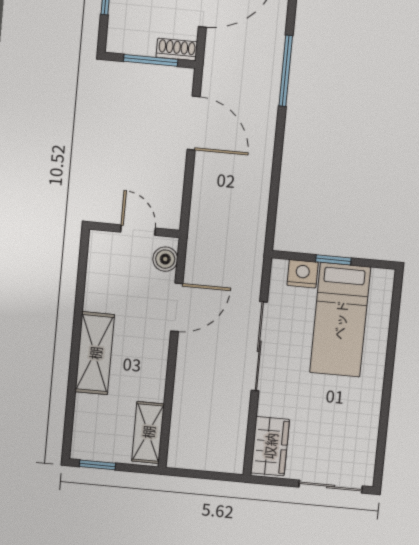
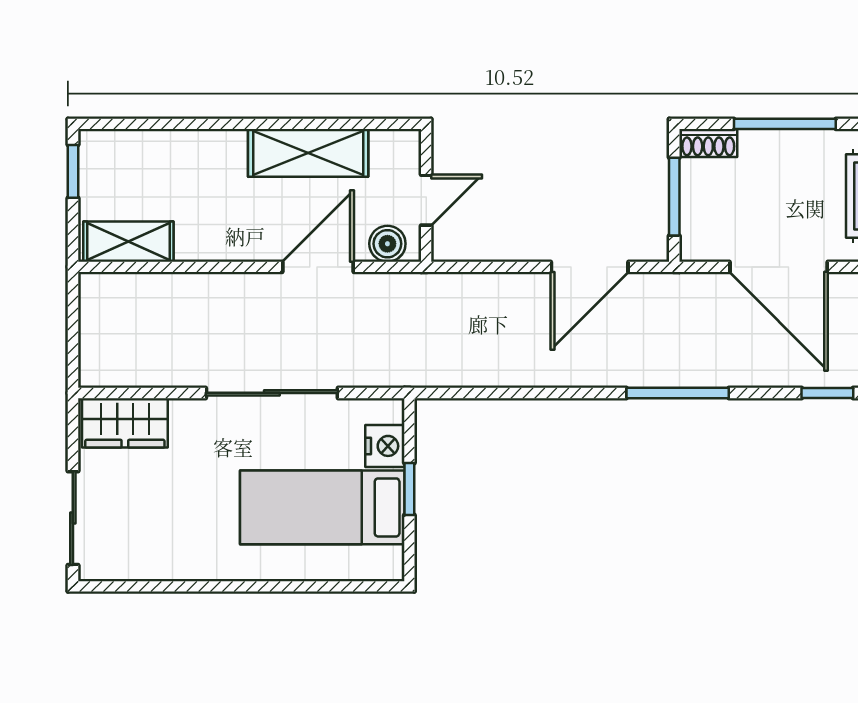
shoe rack: (177, 50) -> (708, 143), moved, turned 90
door: (177, 307) -> (318, 267), swing flipped
shelving: (95, 353) -> (308, 153), moved

